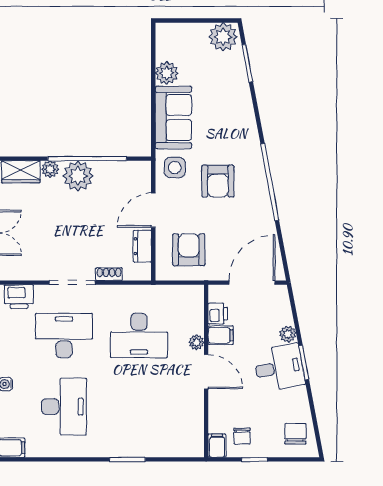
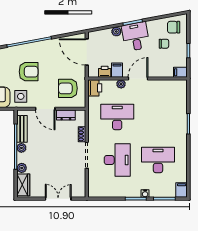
bench: (118, 170) -> (22, 129), added
plant: (78, 176) -> (21, 148), width x0.53, depth x0.53
printer: (19, 297) -> (95, 88), moved
desk: (64, 335) -> (117, 160), turned 180
desk: (139, 335) -> (117, 117), turned -90
chair: (242, 436) -> (164, 44), moved

